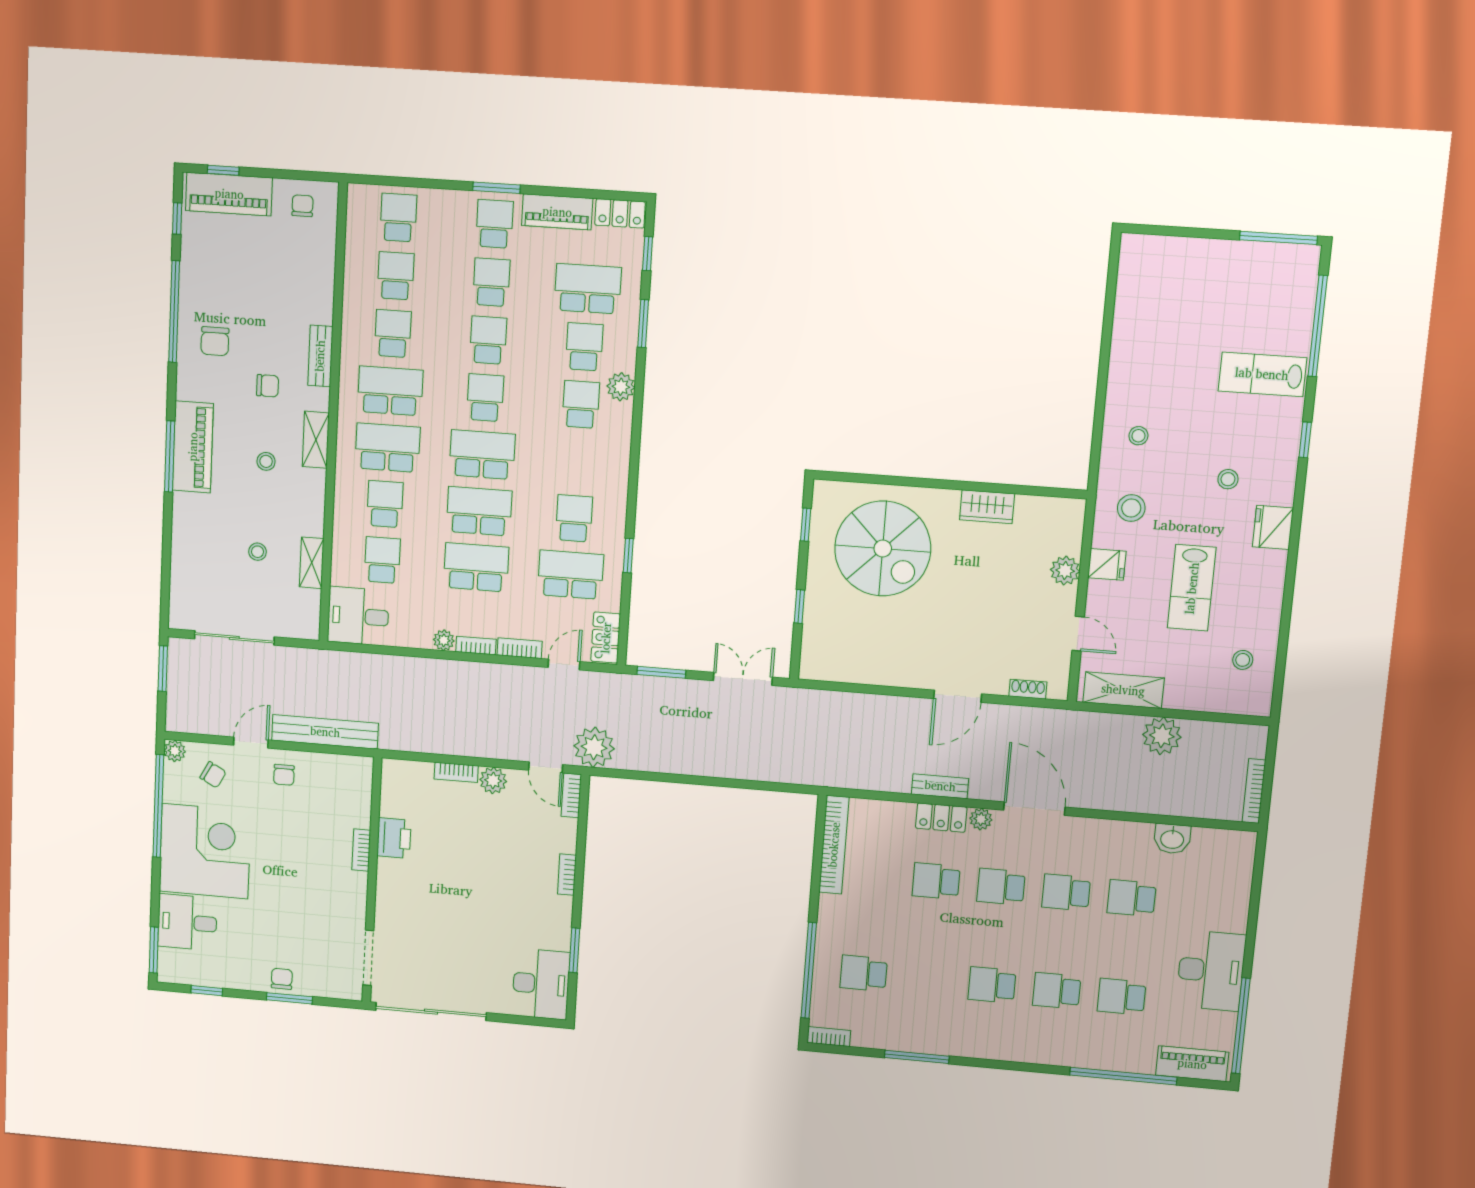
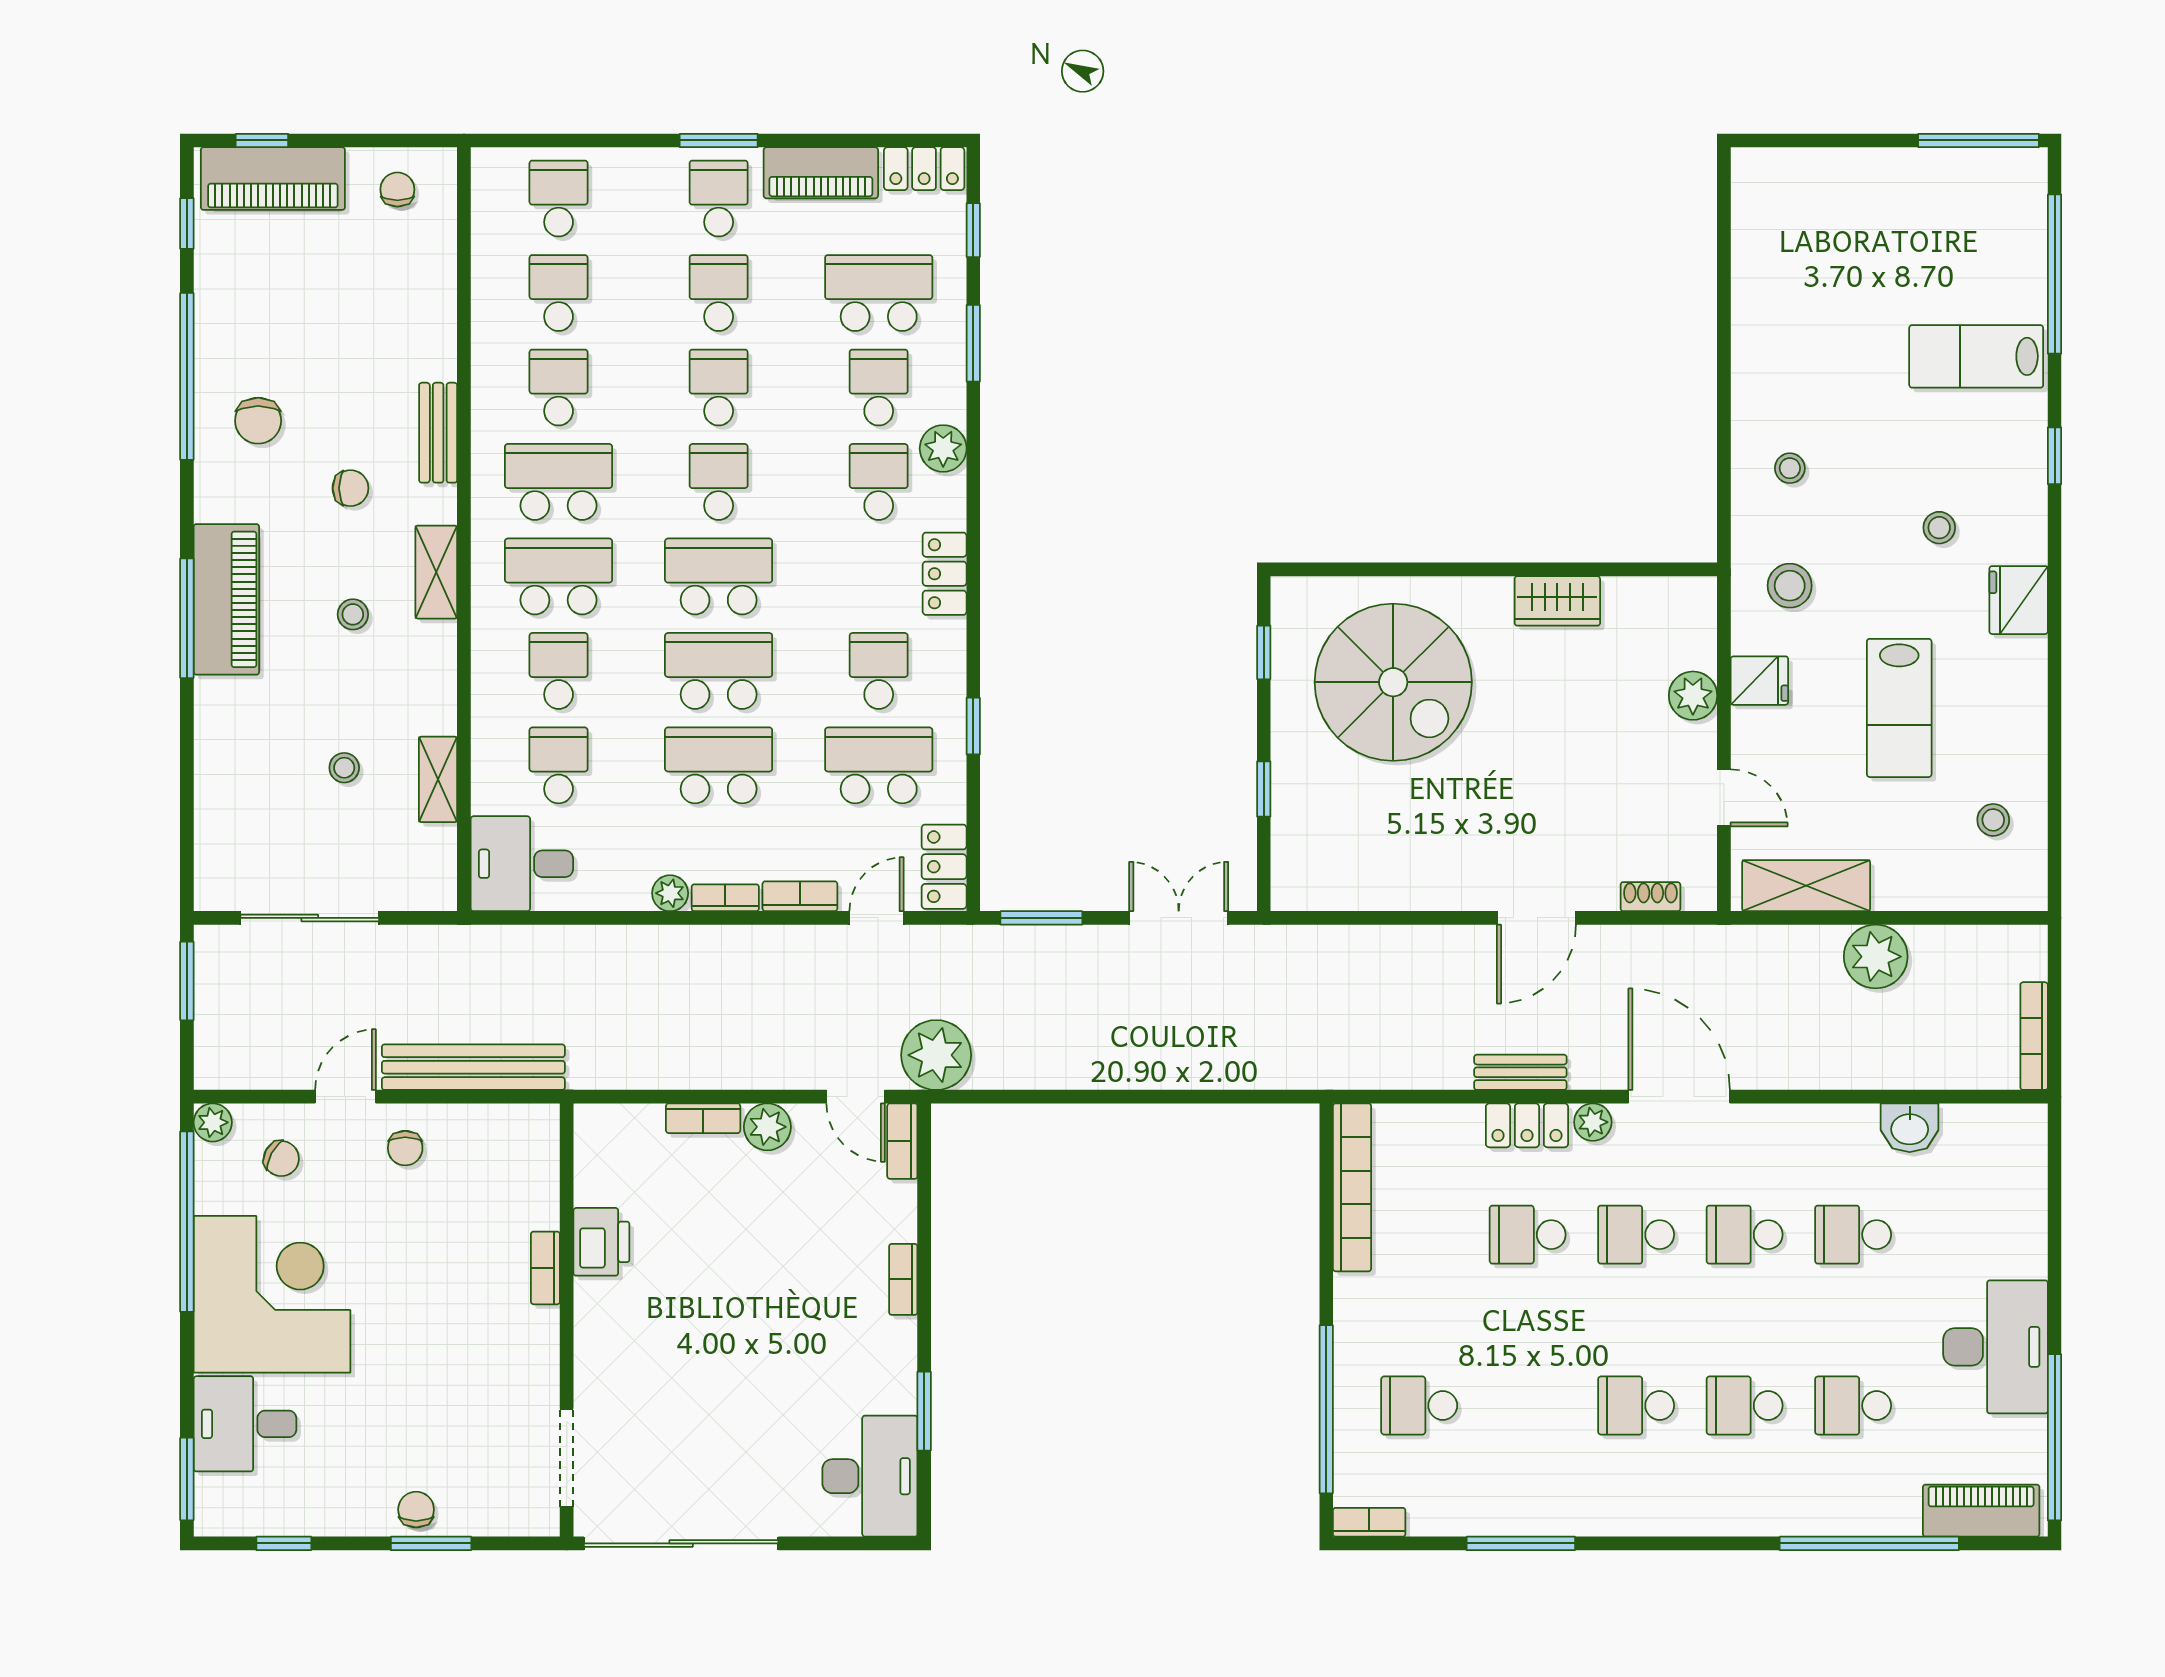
locker: (617, 463) -> (945, 574), added

